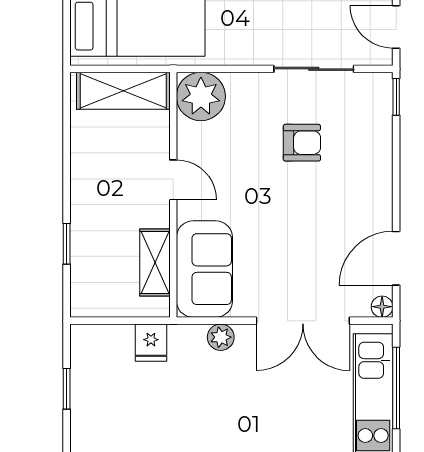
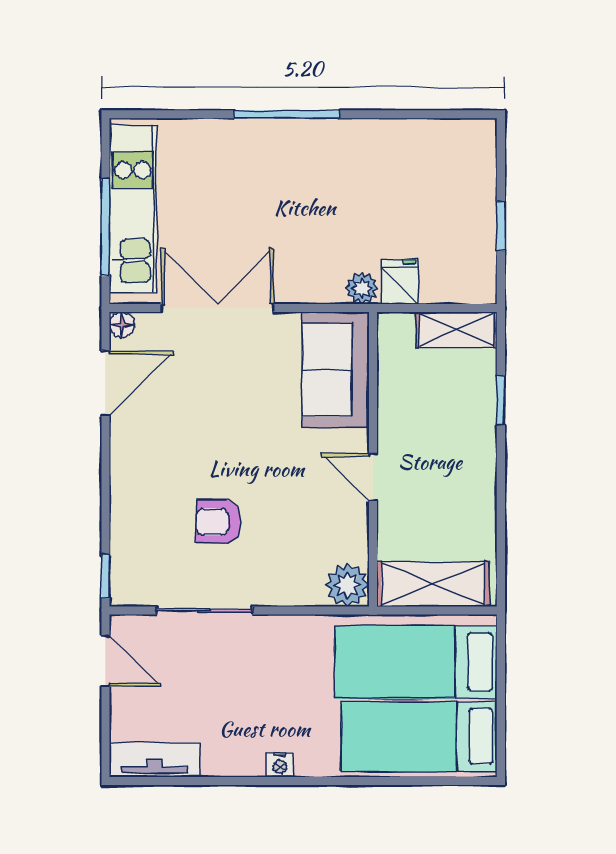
plant: (201, 96) -> (348, 585), width x0.73, depth x0.73
shelving: (155, 262) -> (456, 330), moved, turned 90
plant: (221, 337) -> (362, 288), moved

